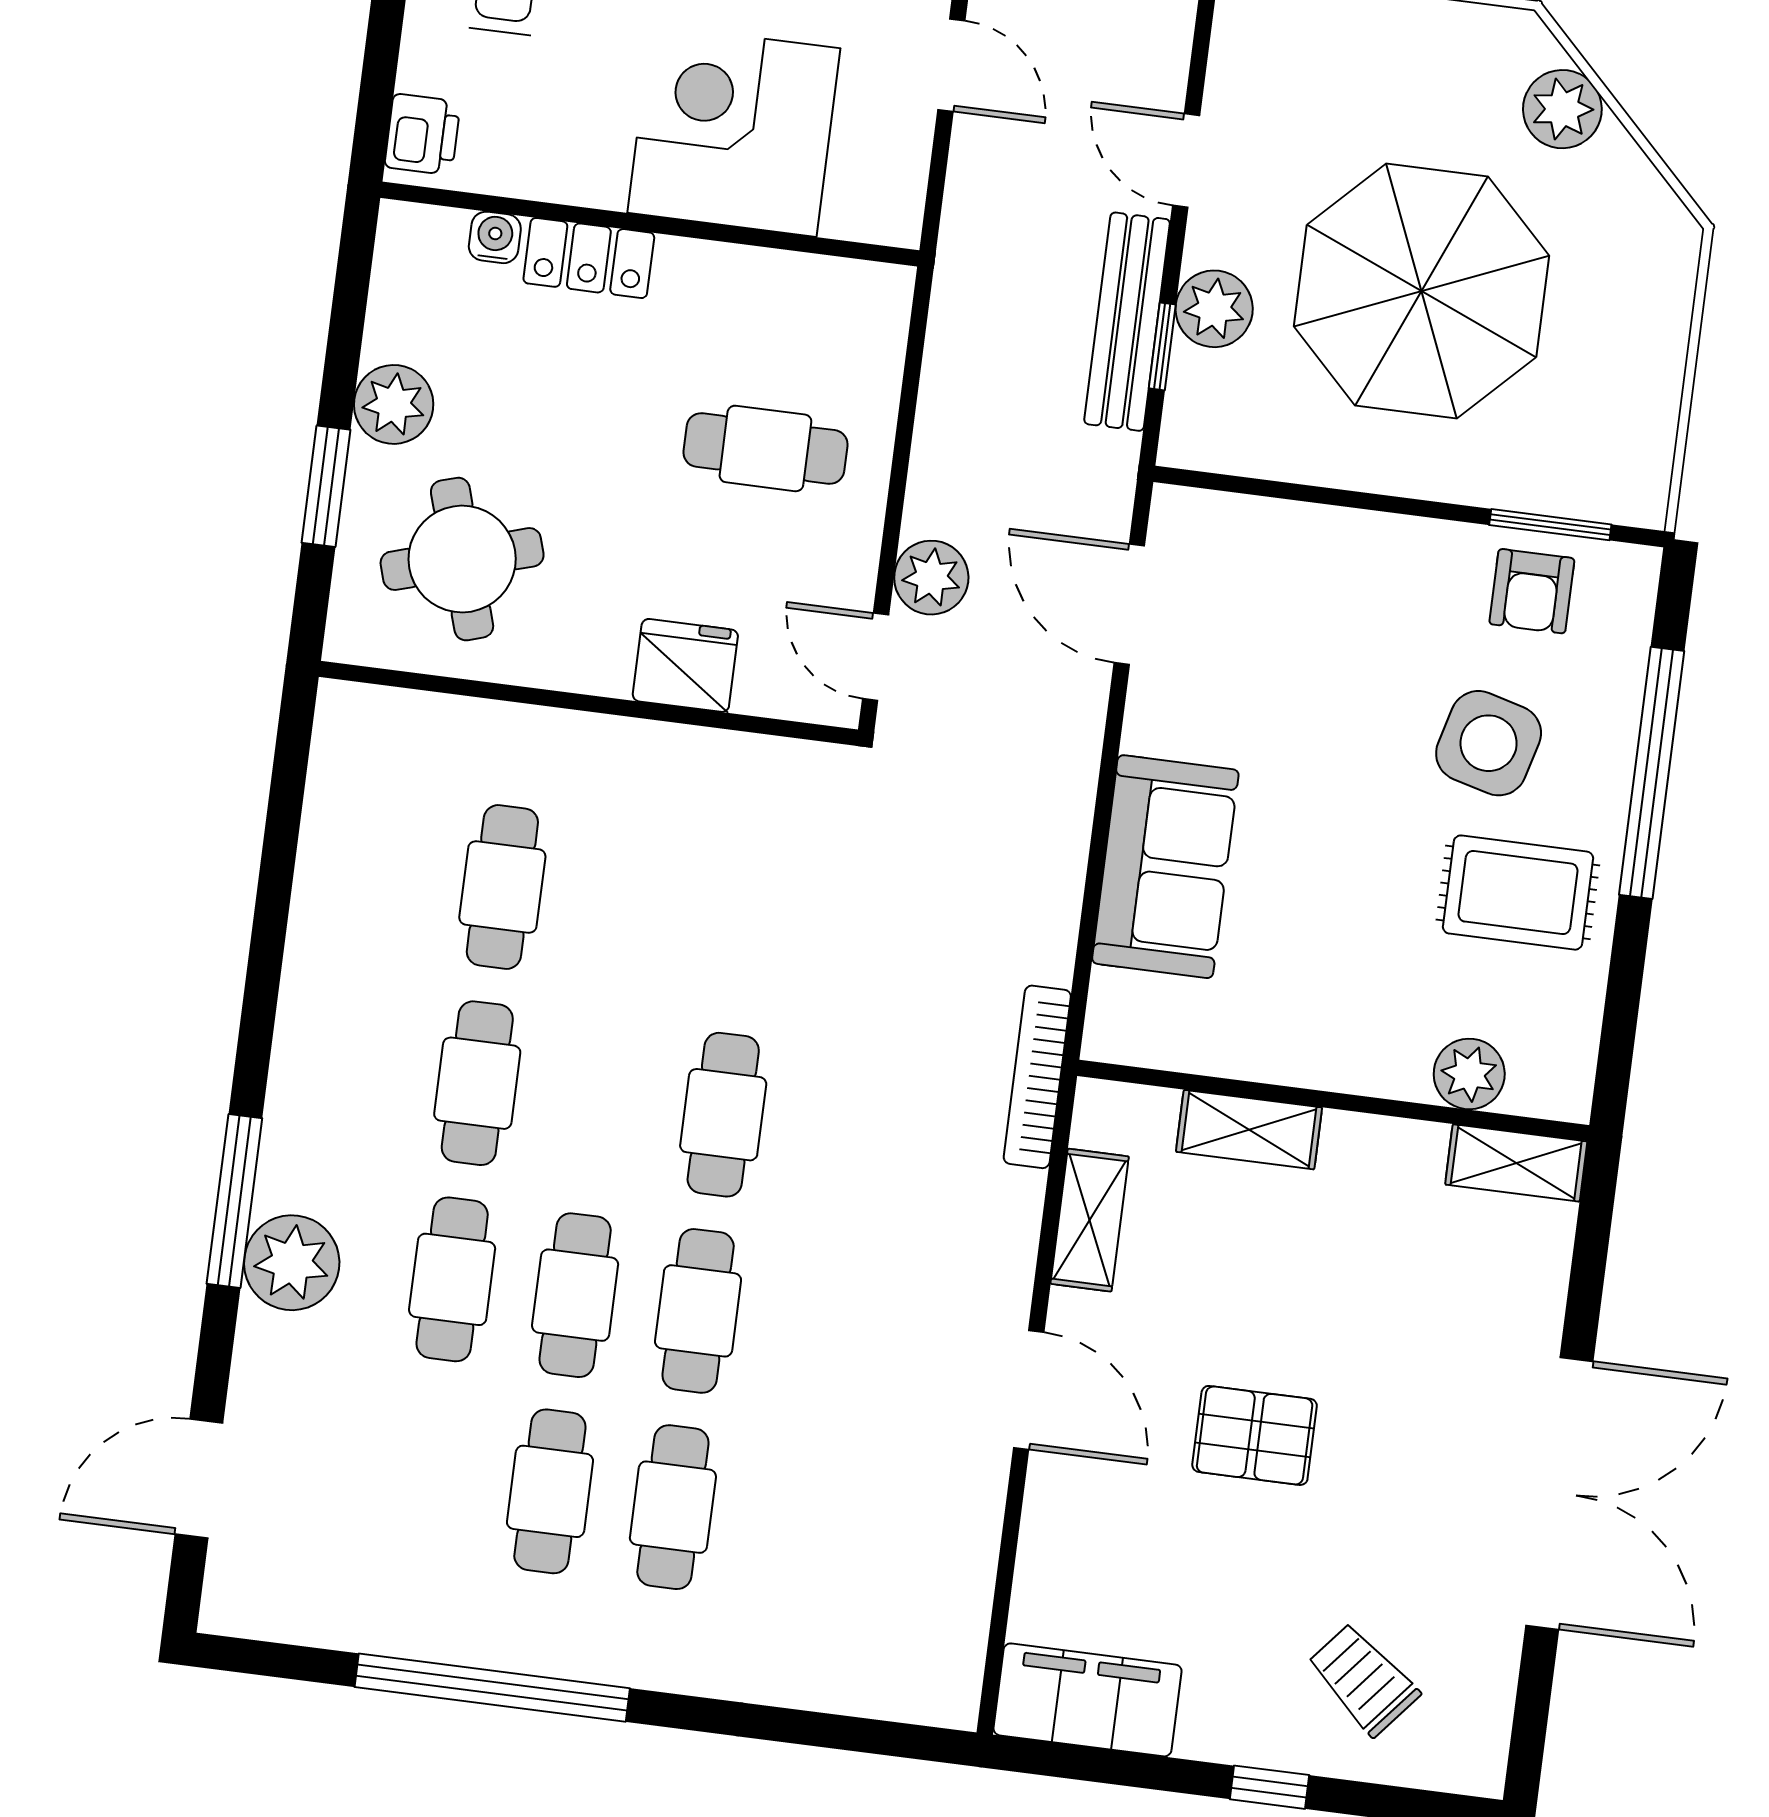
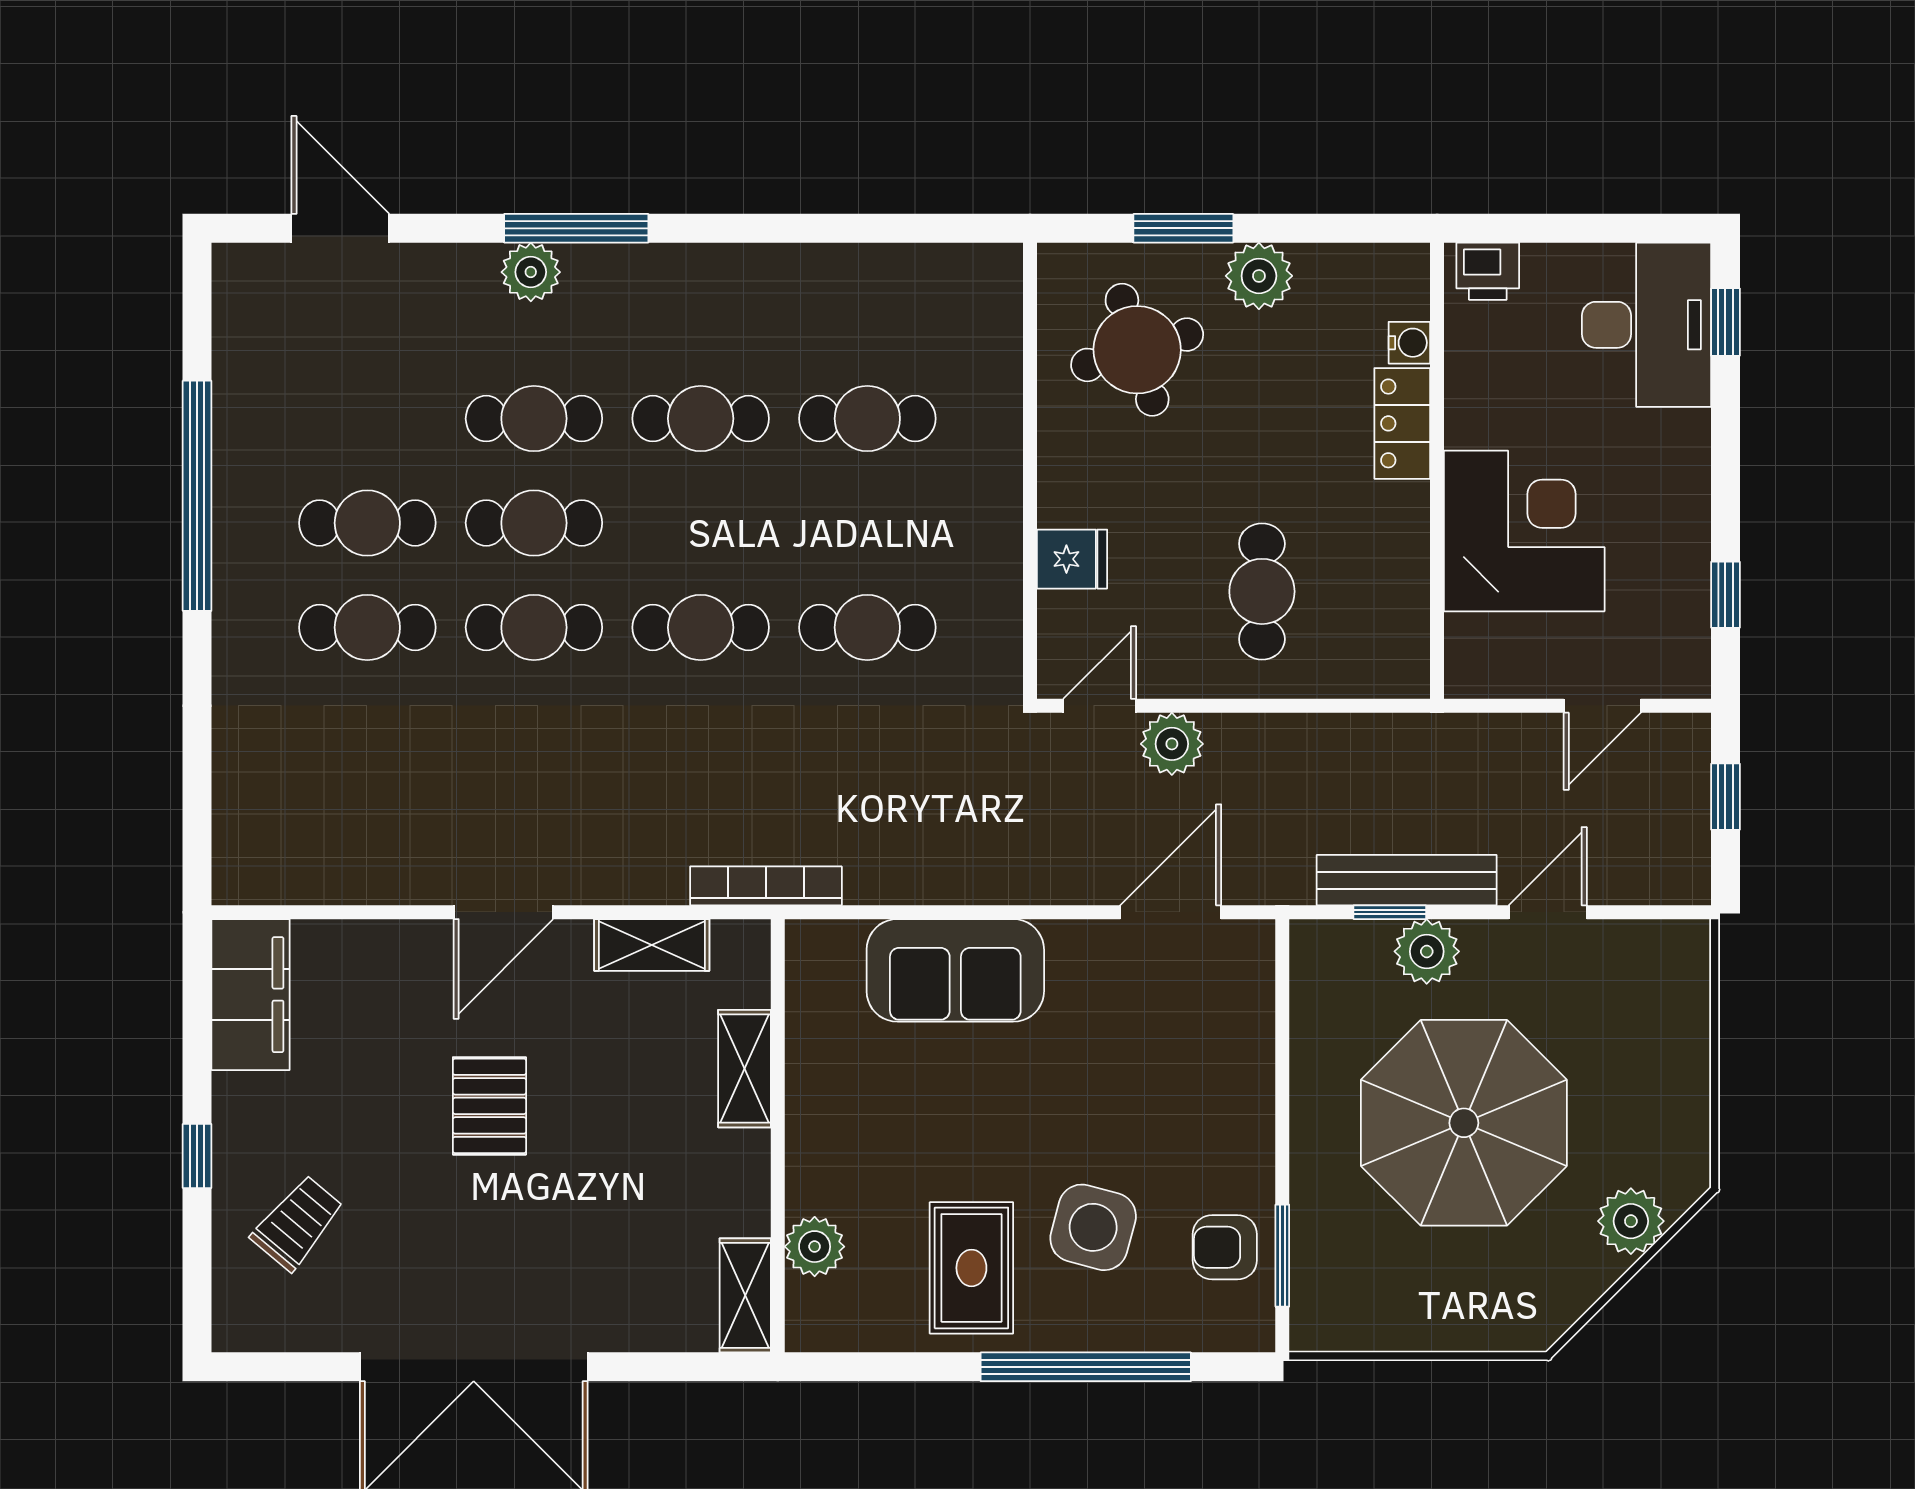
fridge: (685, 665) -> (1072, 559), width x0.72
cafe table: (748, 919) -> (867, 627), added
plant: (292, 1263) -> (531, 272), width x0.73, depth x0.73

